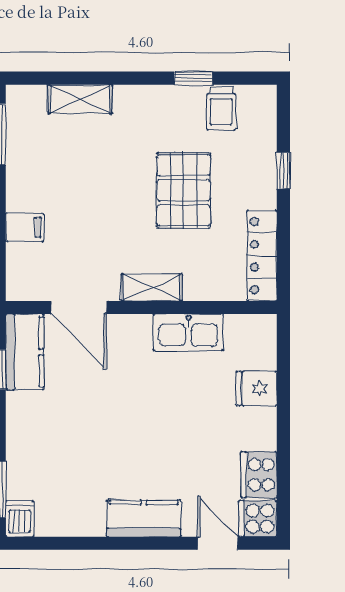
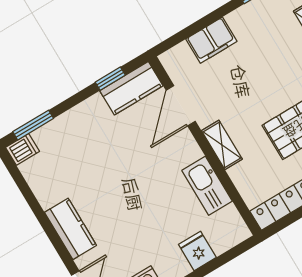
filing cabinet: (25, 227) -> (211, 40), width x2.00

